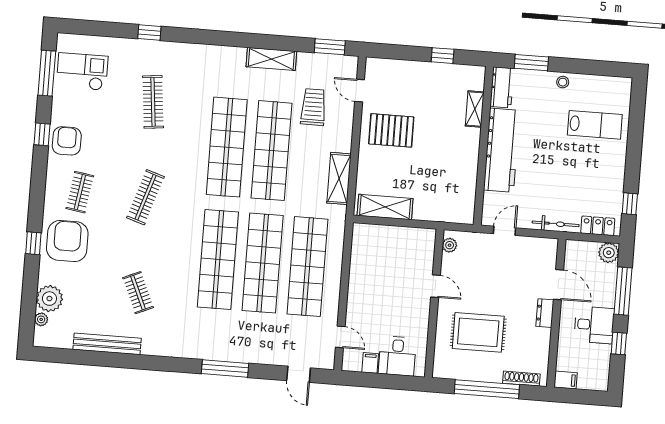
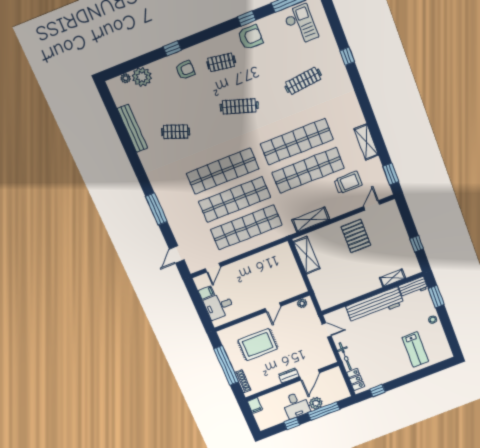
armchair: (67, 241) -> (185, 70), width x0.53, depth x0.53
plant: (609, 253) -> (316, 403), moved
clothes rail: (138, 293) -> (176, 132), turned 45
rug: (478, 332) -> (258, 345), turned 90

